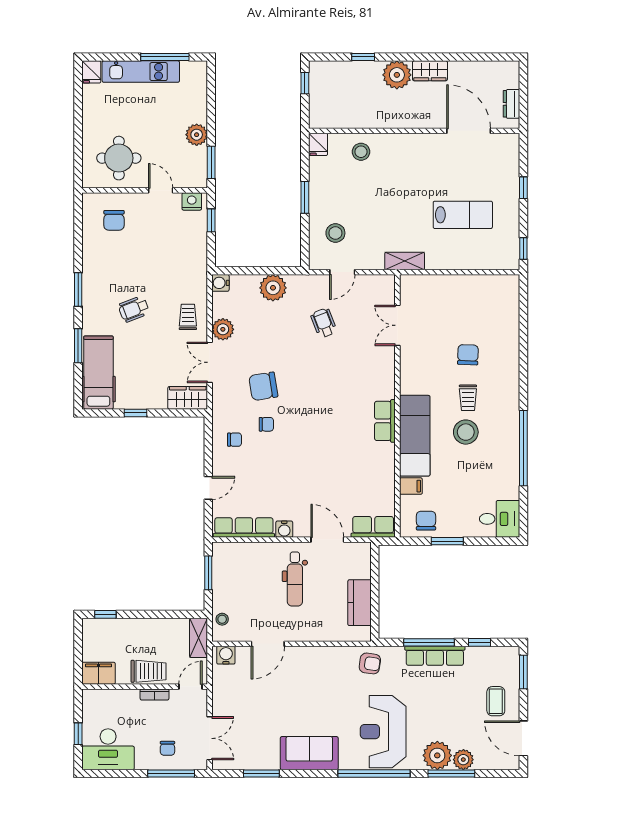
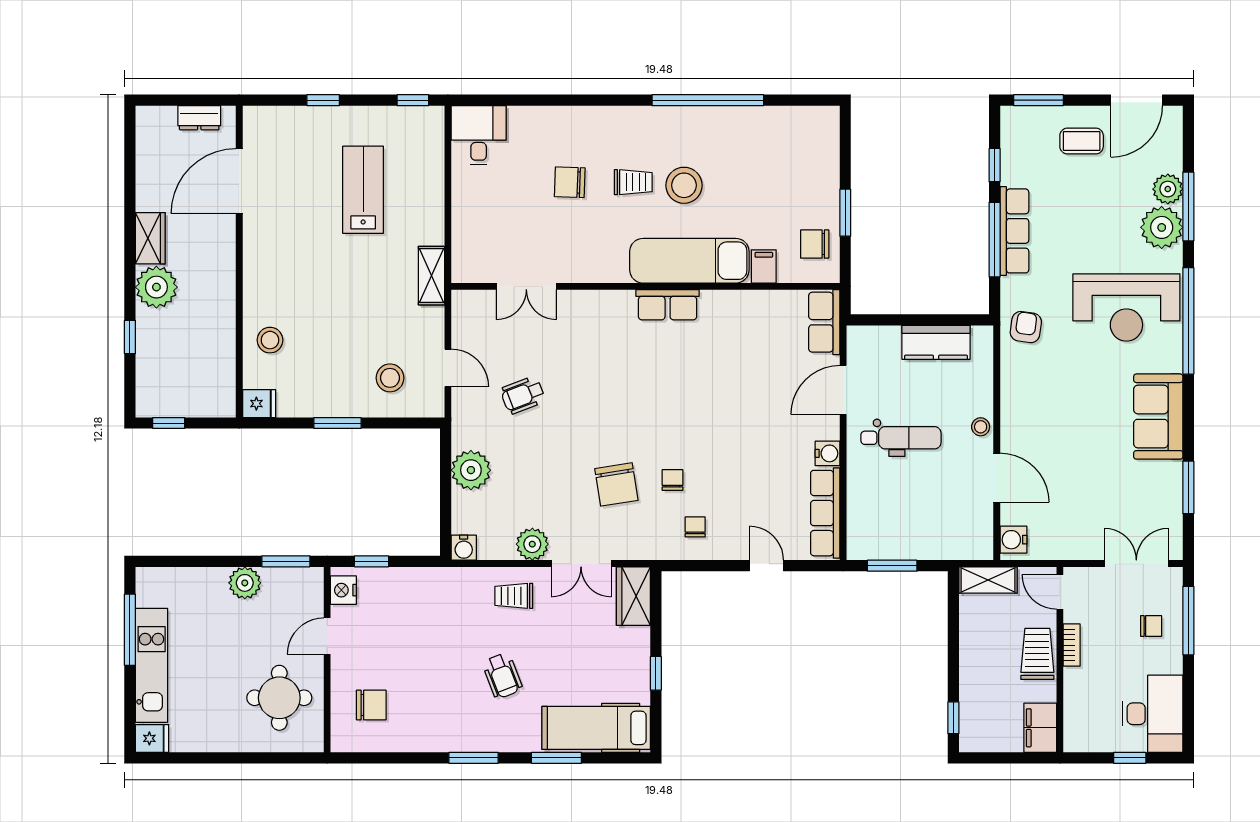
desk: (500, 519) -> (479, 135), moved
stool: (222, 619) -> (981, 427), moved

